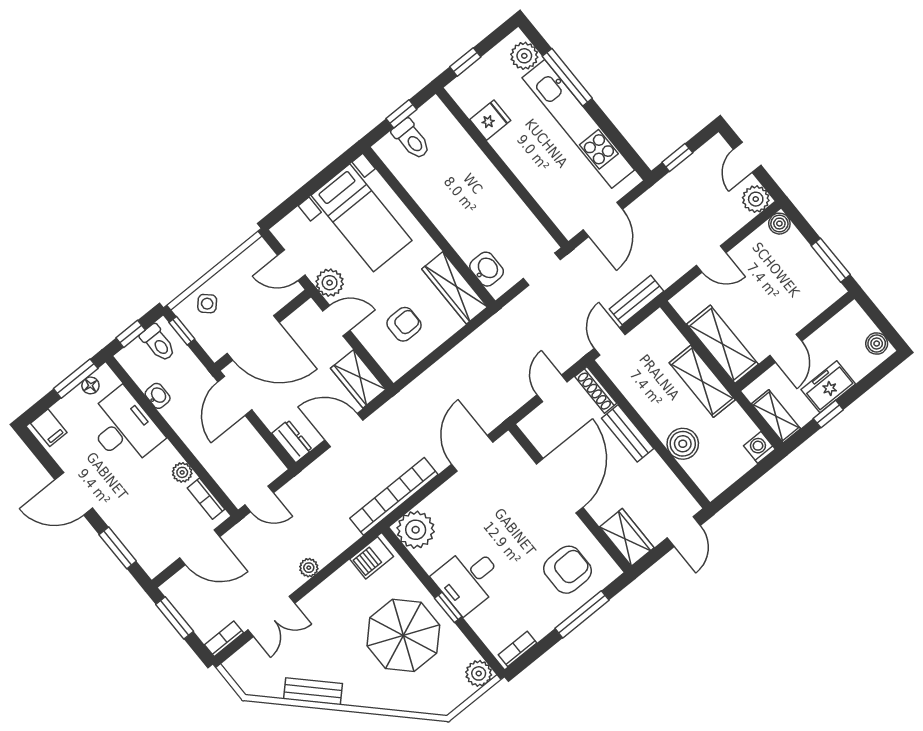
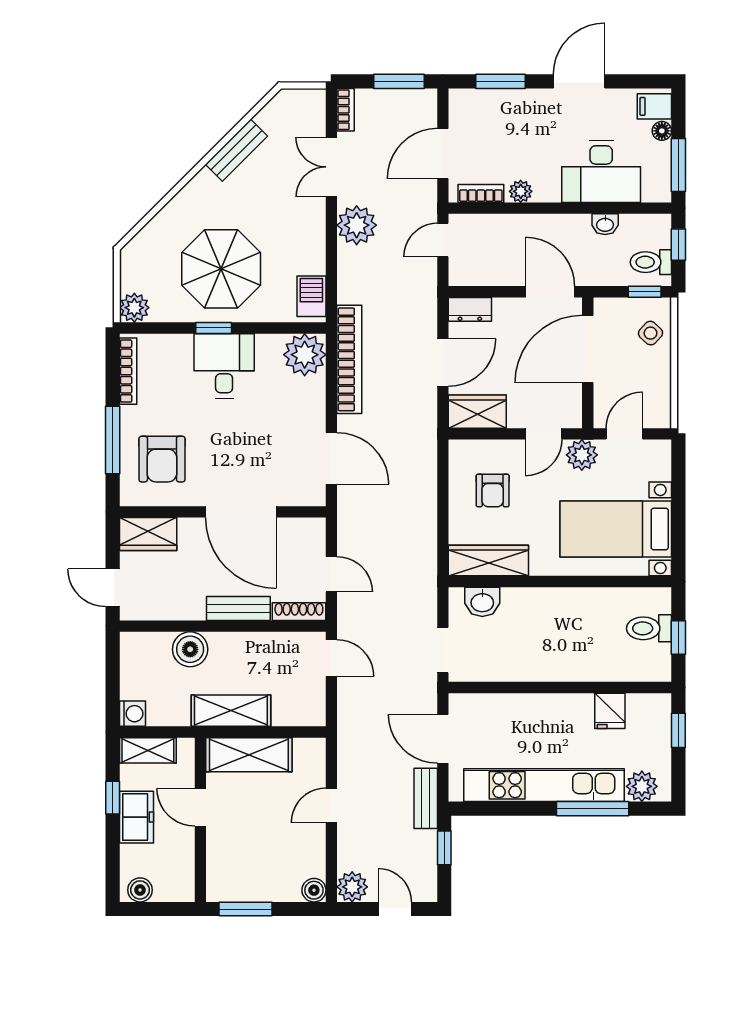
bench: (637, 300) -> (426, 798), moved
floor lamp: (90, 385) -> (662, 131), moved
plant: (309, 568) -> (357, 225), width x1.88, depth x1.88
bookcase: (518, 649) -> (128, 371), width x1.56

